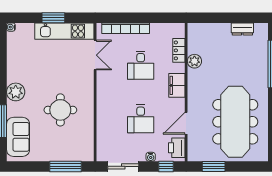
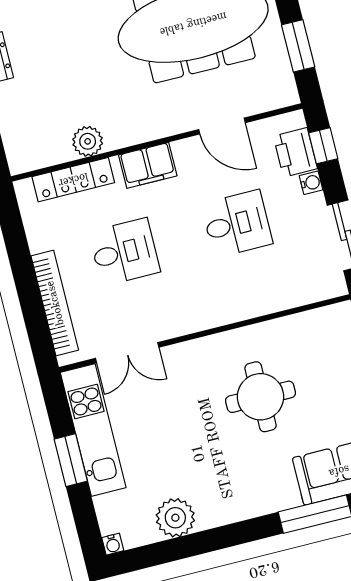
locker: (179, 50) -> (73, 180), width x1.53
double door: (95, 55) -> (127, 353), swing flipped
plant: (16, 92) -> (175, 518), moved
printer: (177, 148) -> (295, 152), moved, turned 90

